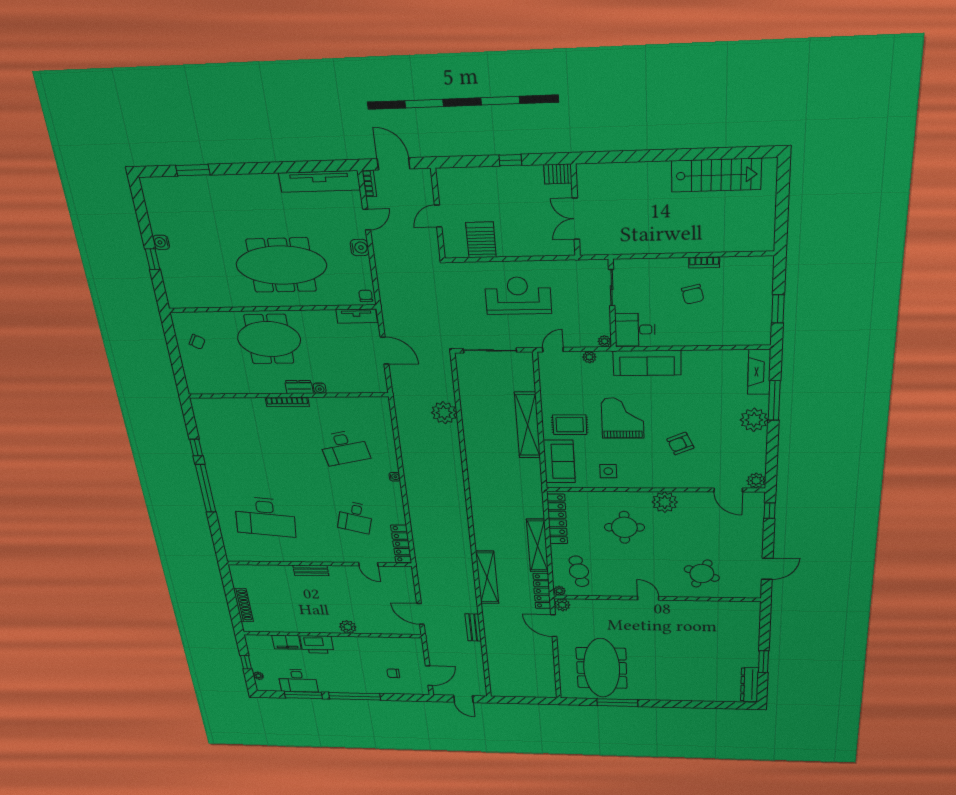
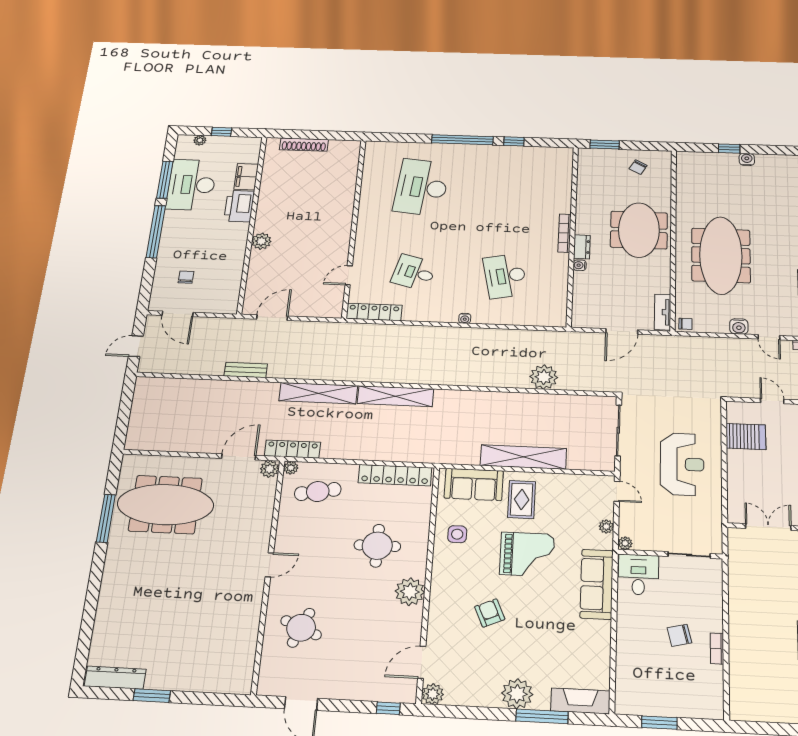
window: (179, 372) -> (605, 144), added
shelving: (537, 546) -> (395, 396), moved
bench: (311, 570) -> (345, 218), removed
desk: (298, 681) -> (191, 185), width x1.36, depth x1.30

